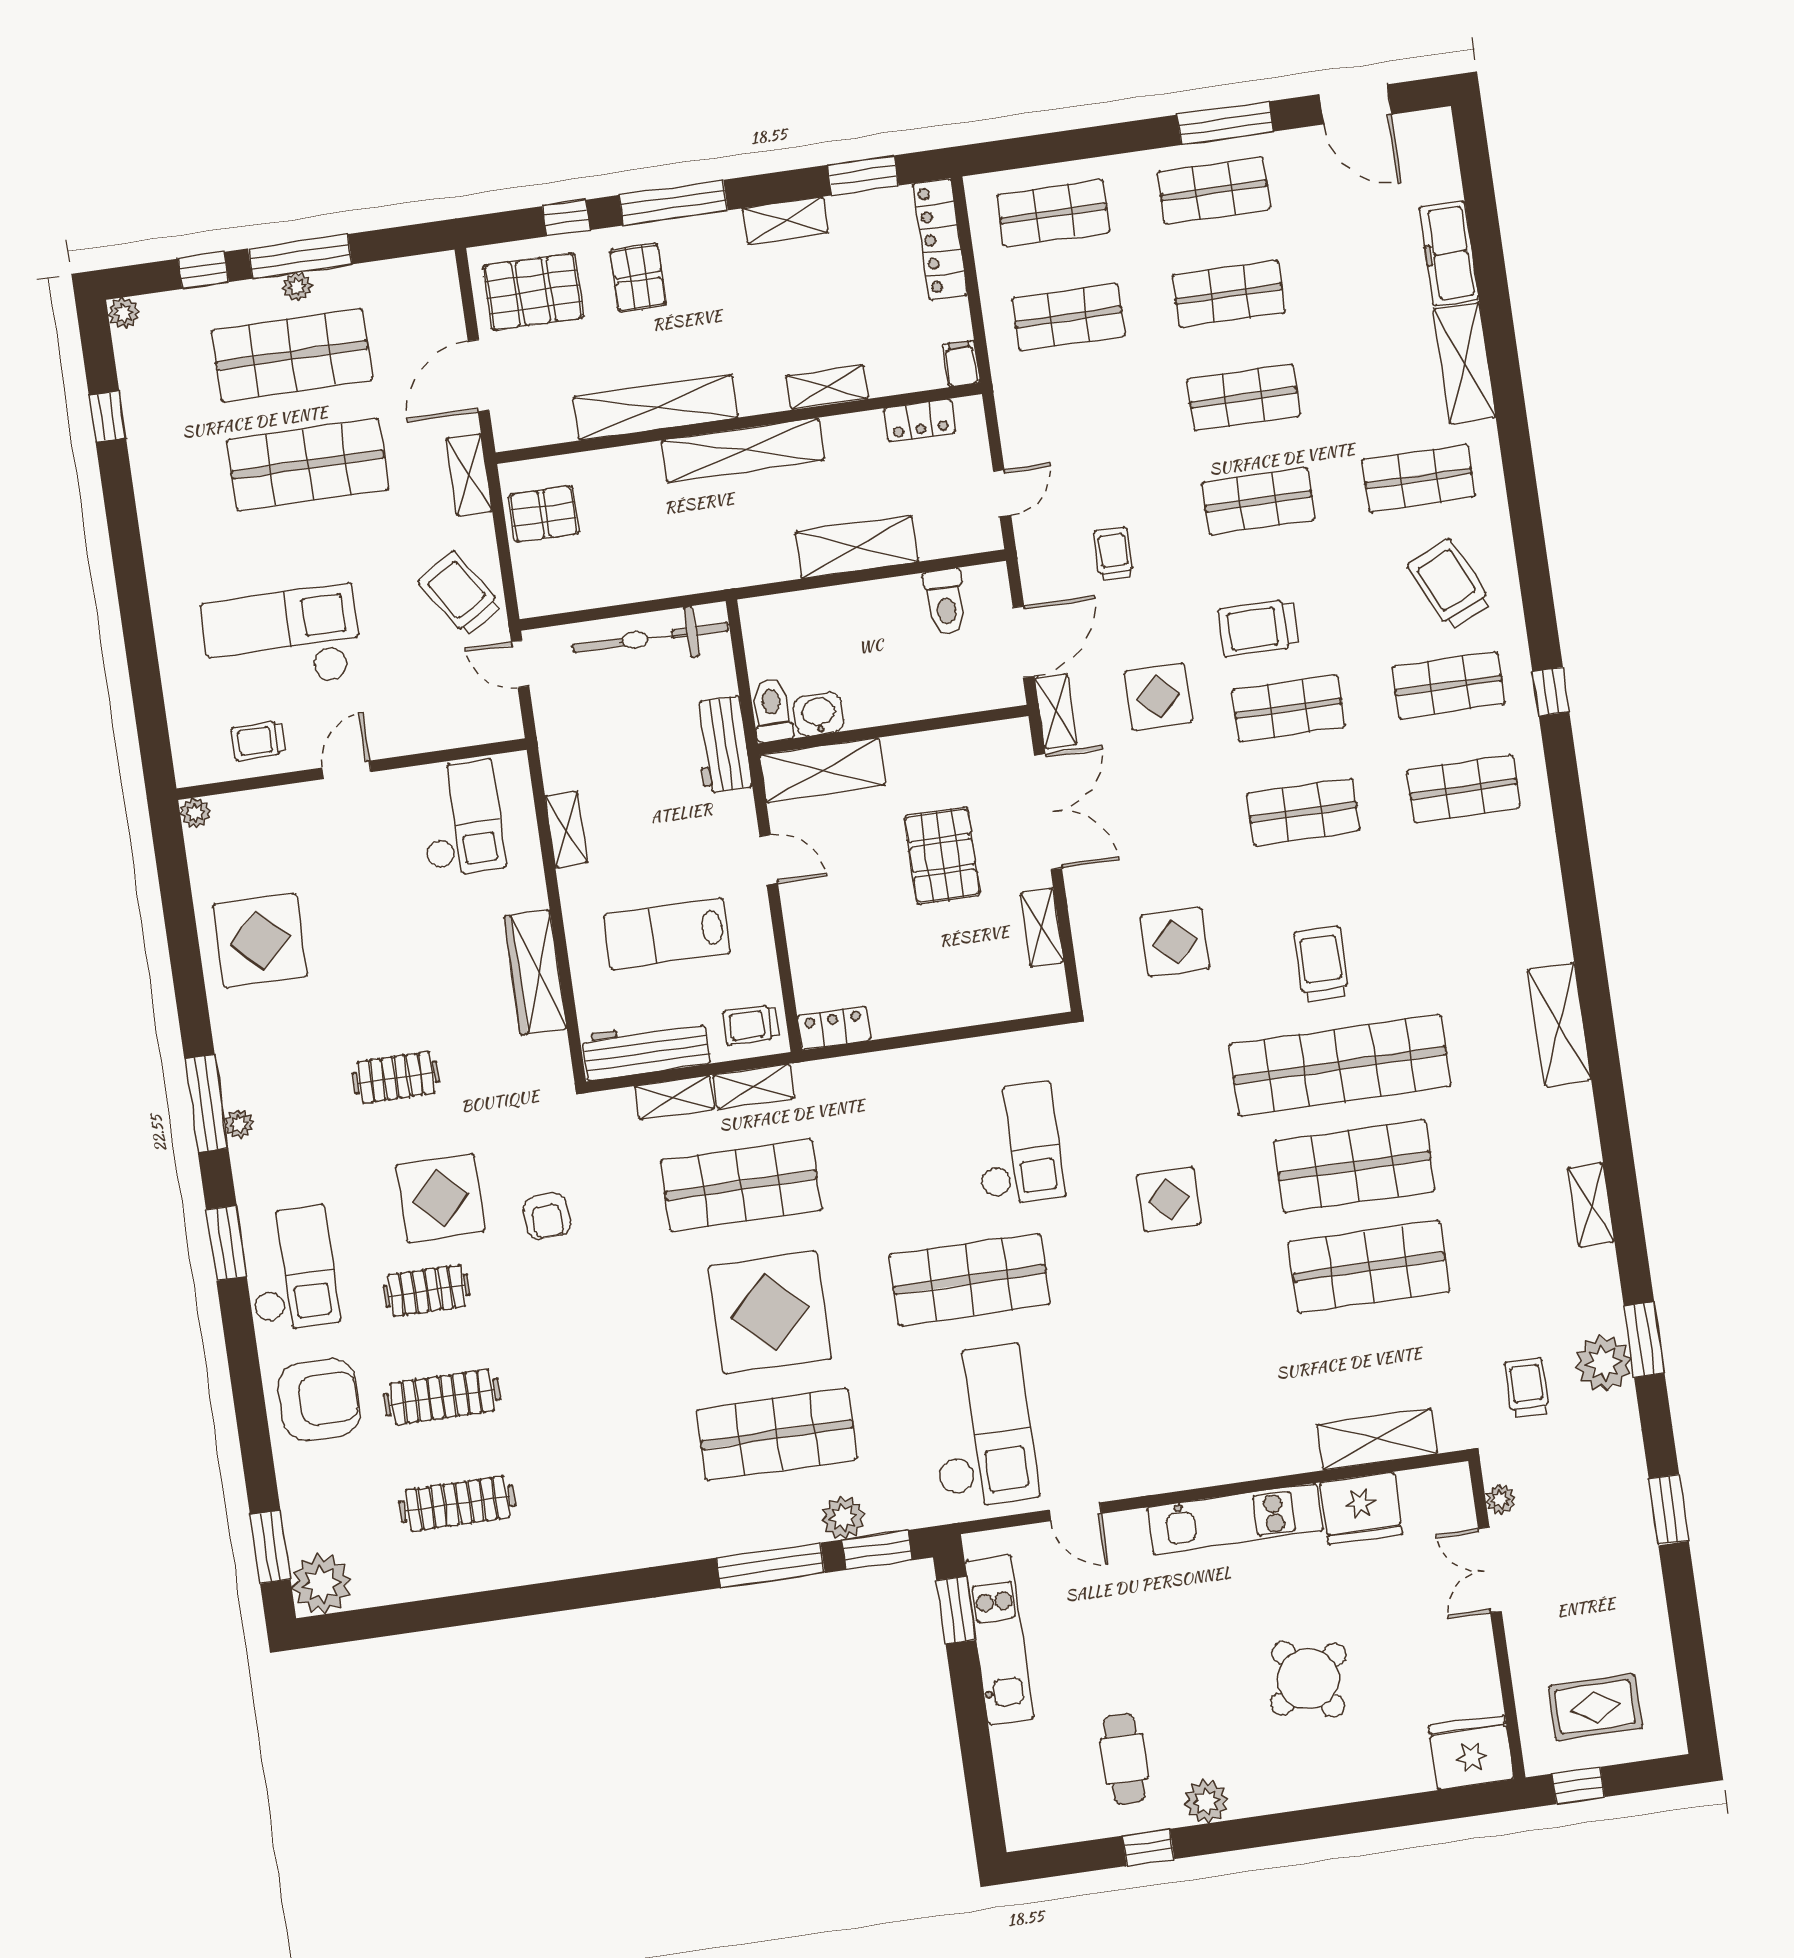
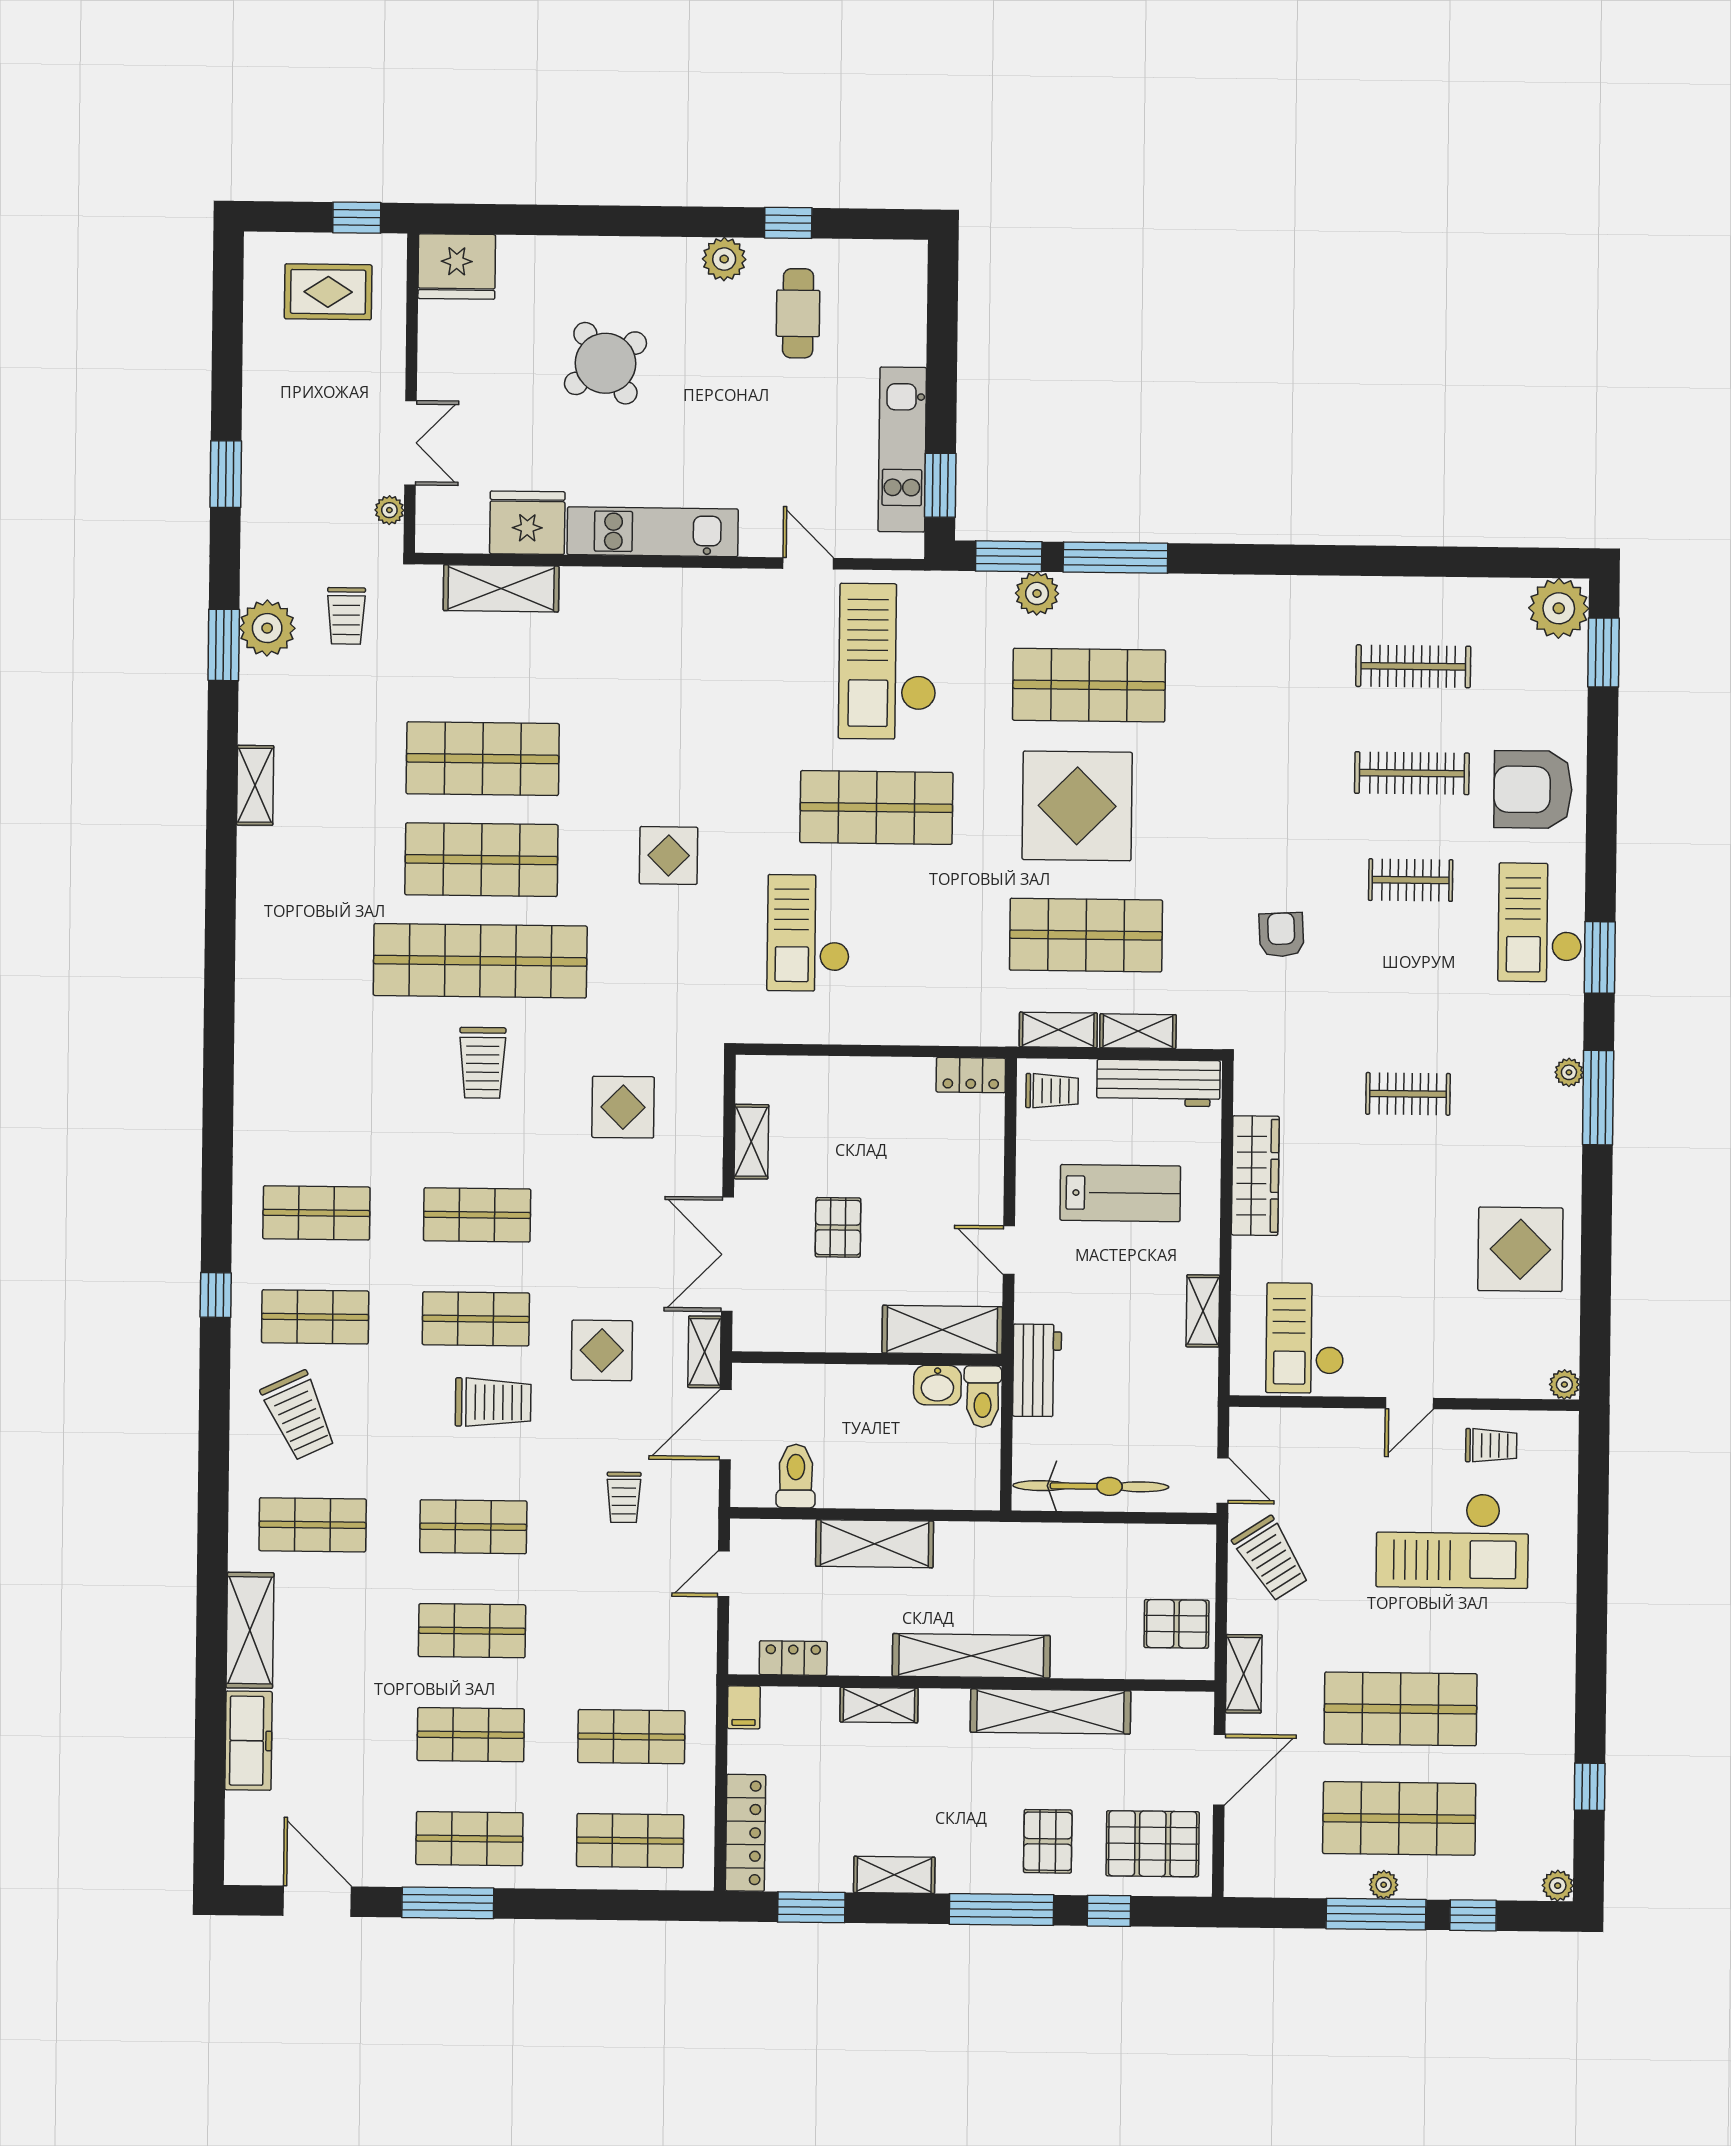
pallet: (942, 856) -> (838, 1227), width x0.67, depth x0.71
shelving: (1559, 1025) -> (258, 967), removed
display table: (440, 1198) -> (1383, 969), removed

